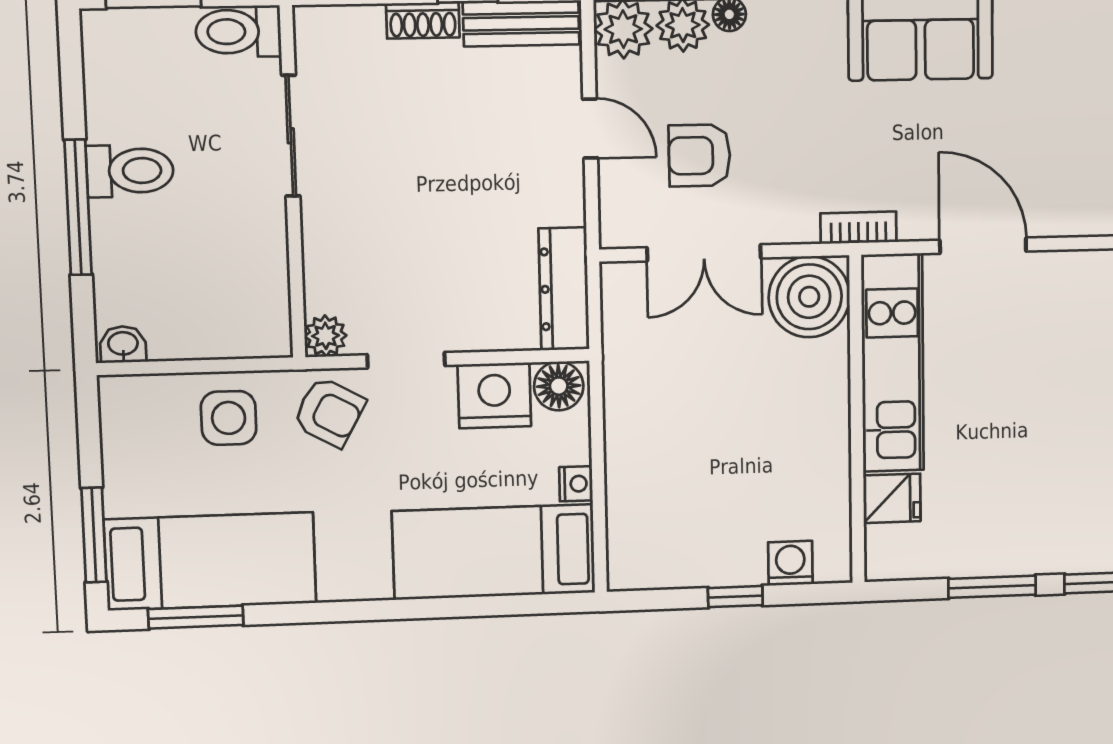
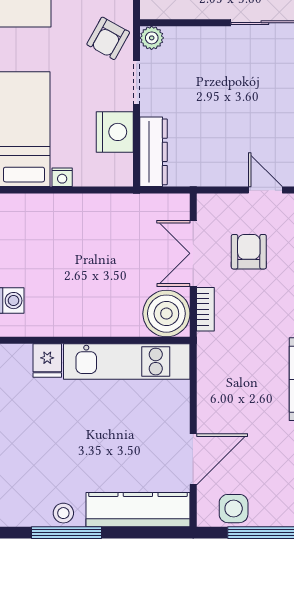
door: (590, 129) -> (265, 190), swing flipped
bookcase: (858, 228) -> (205, 309), moved
door: (983, 246) -> (193, 459), moved
dresser: (564, 289) -> (154, 152), moved, turned 90
floor lamp: (559, 386) -> (119, 169), removed

